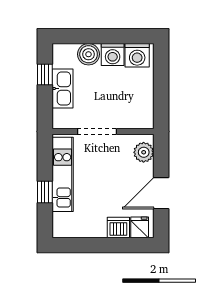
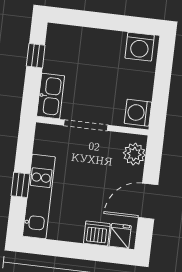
boiler: (89, 54) -> (86, 39), removed
washing machine: (113, 55) -> (138, 113), moved, turned 90
kitchen sink: (62, 89) -> (51, 96), moved
kitchen unit: (63, 174) -> (39, 196), moved

